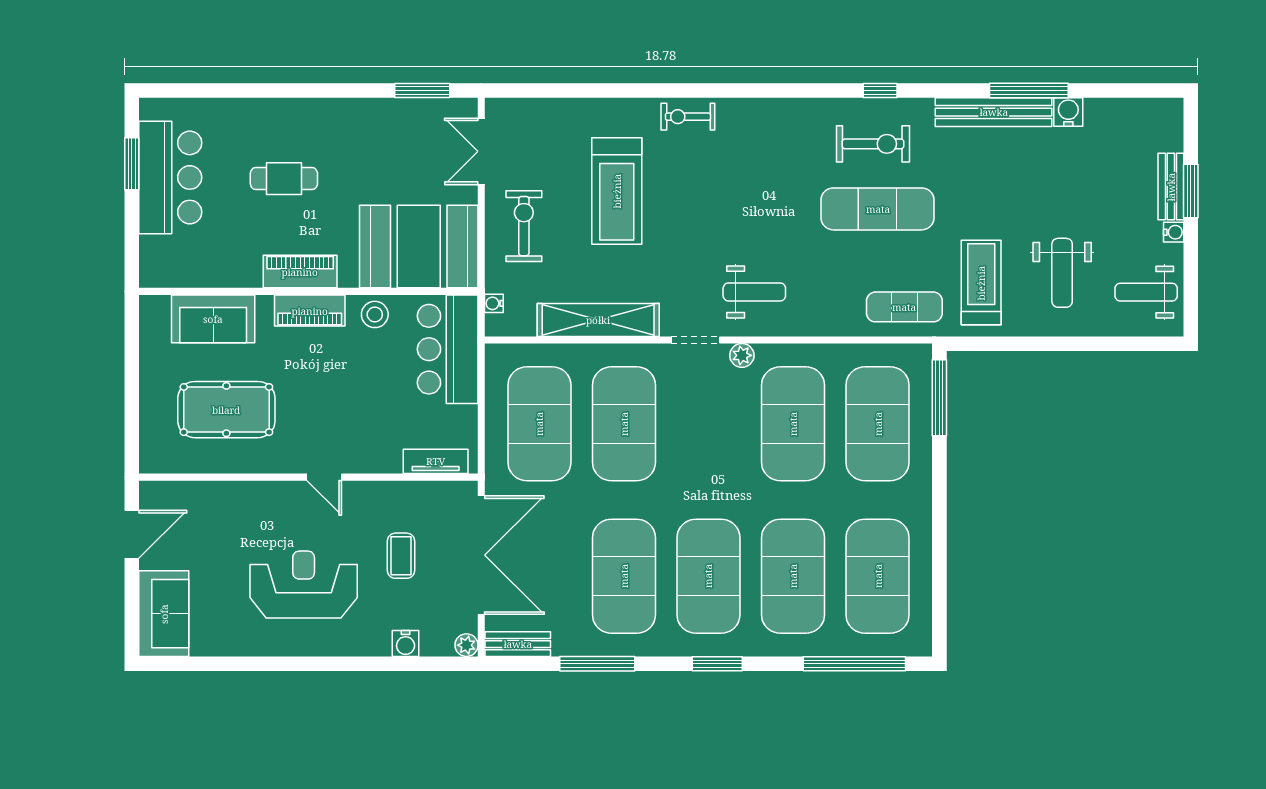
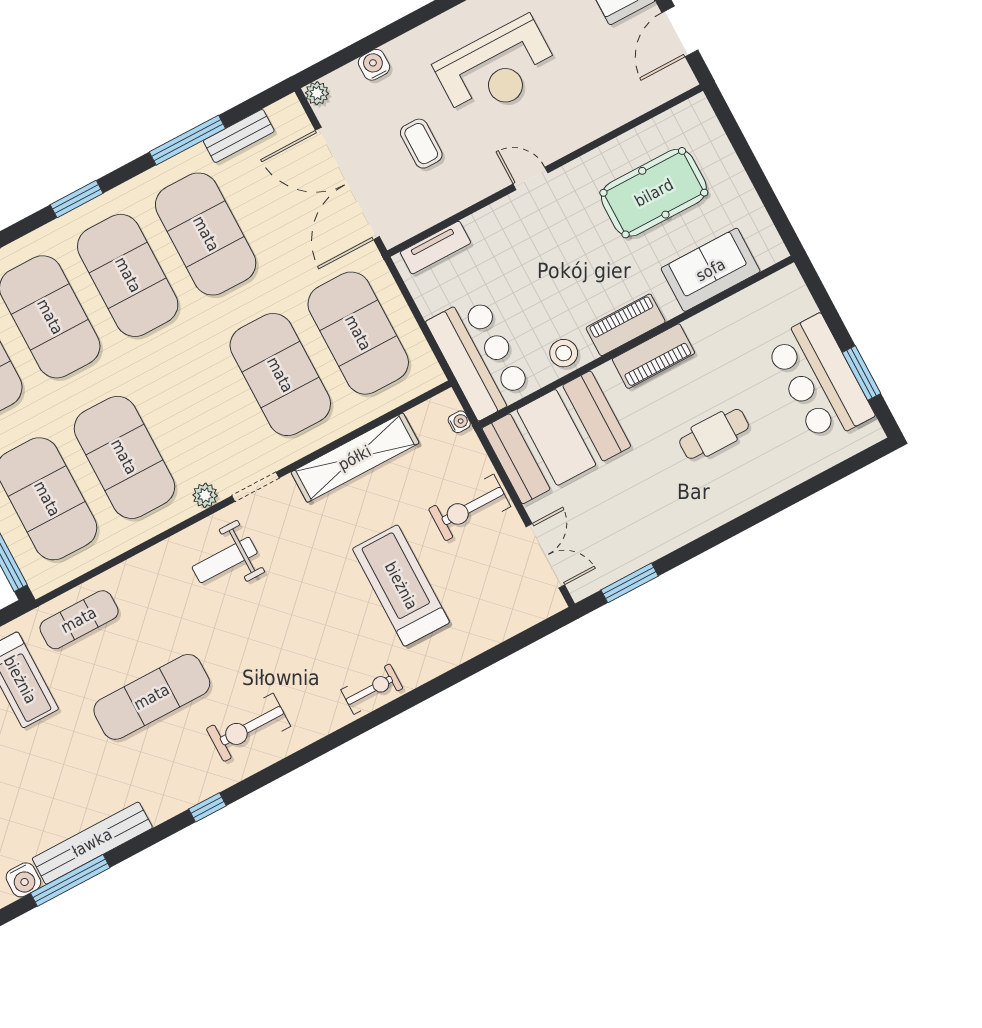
exercise bike: (873, 144) -> (248, 727), moved
exercise bike: (524, 226) -> (470, 508), turned 90
bench: (518, 644) -> (239, 136), moved

